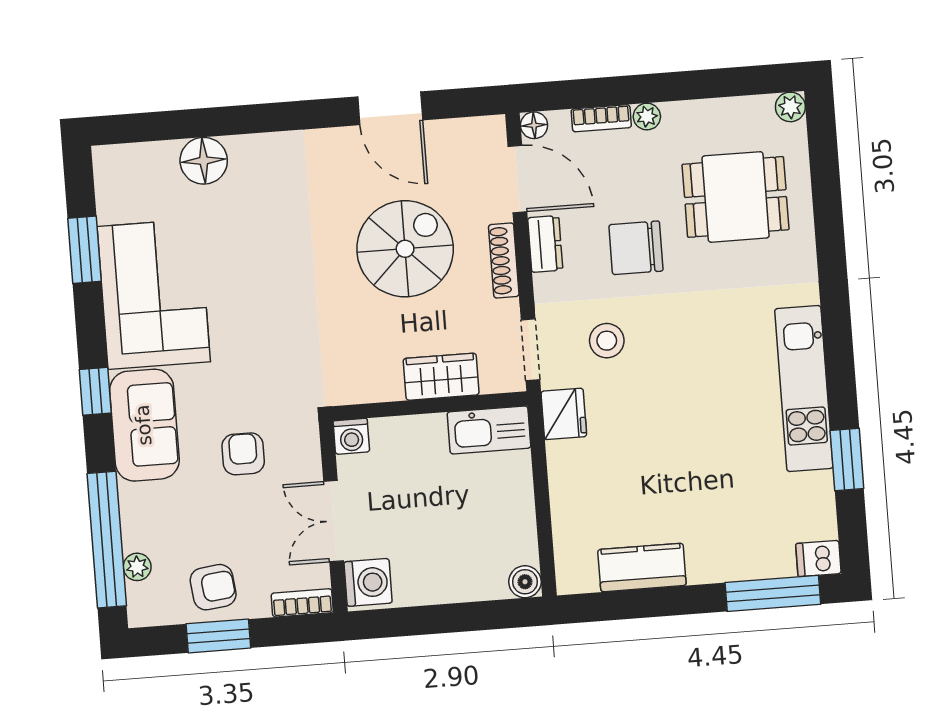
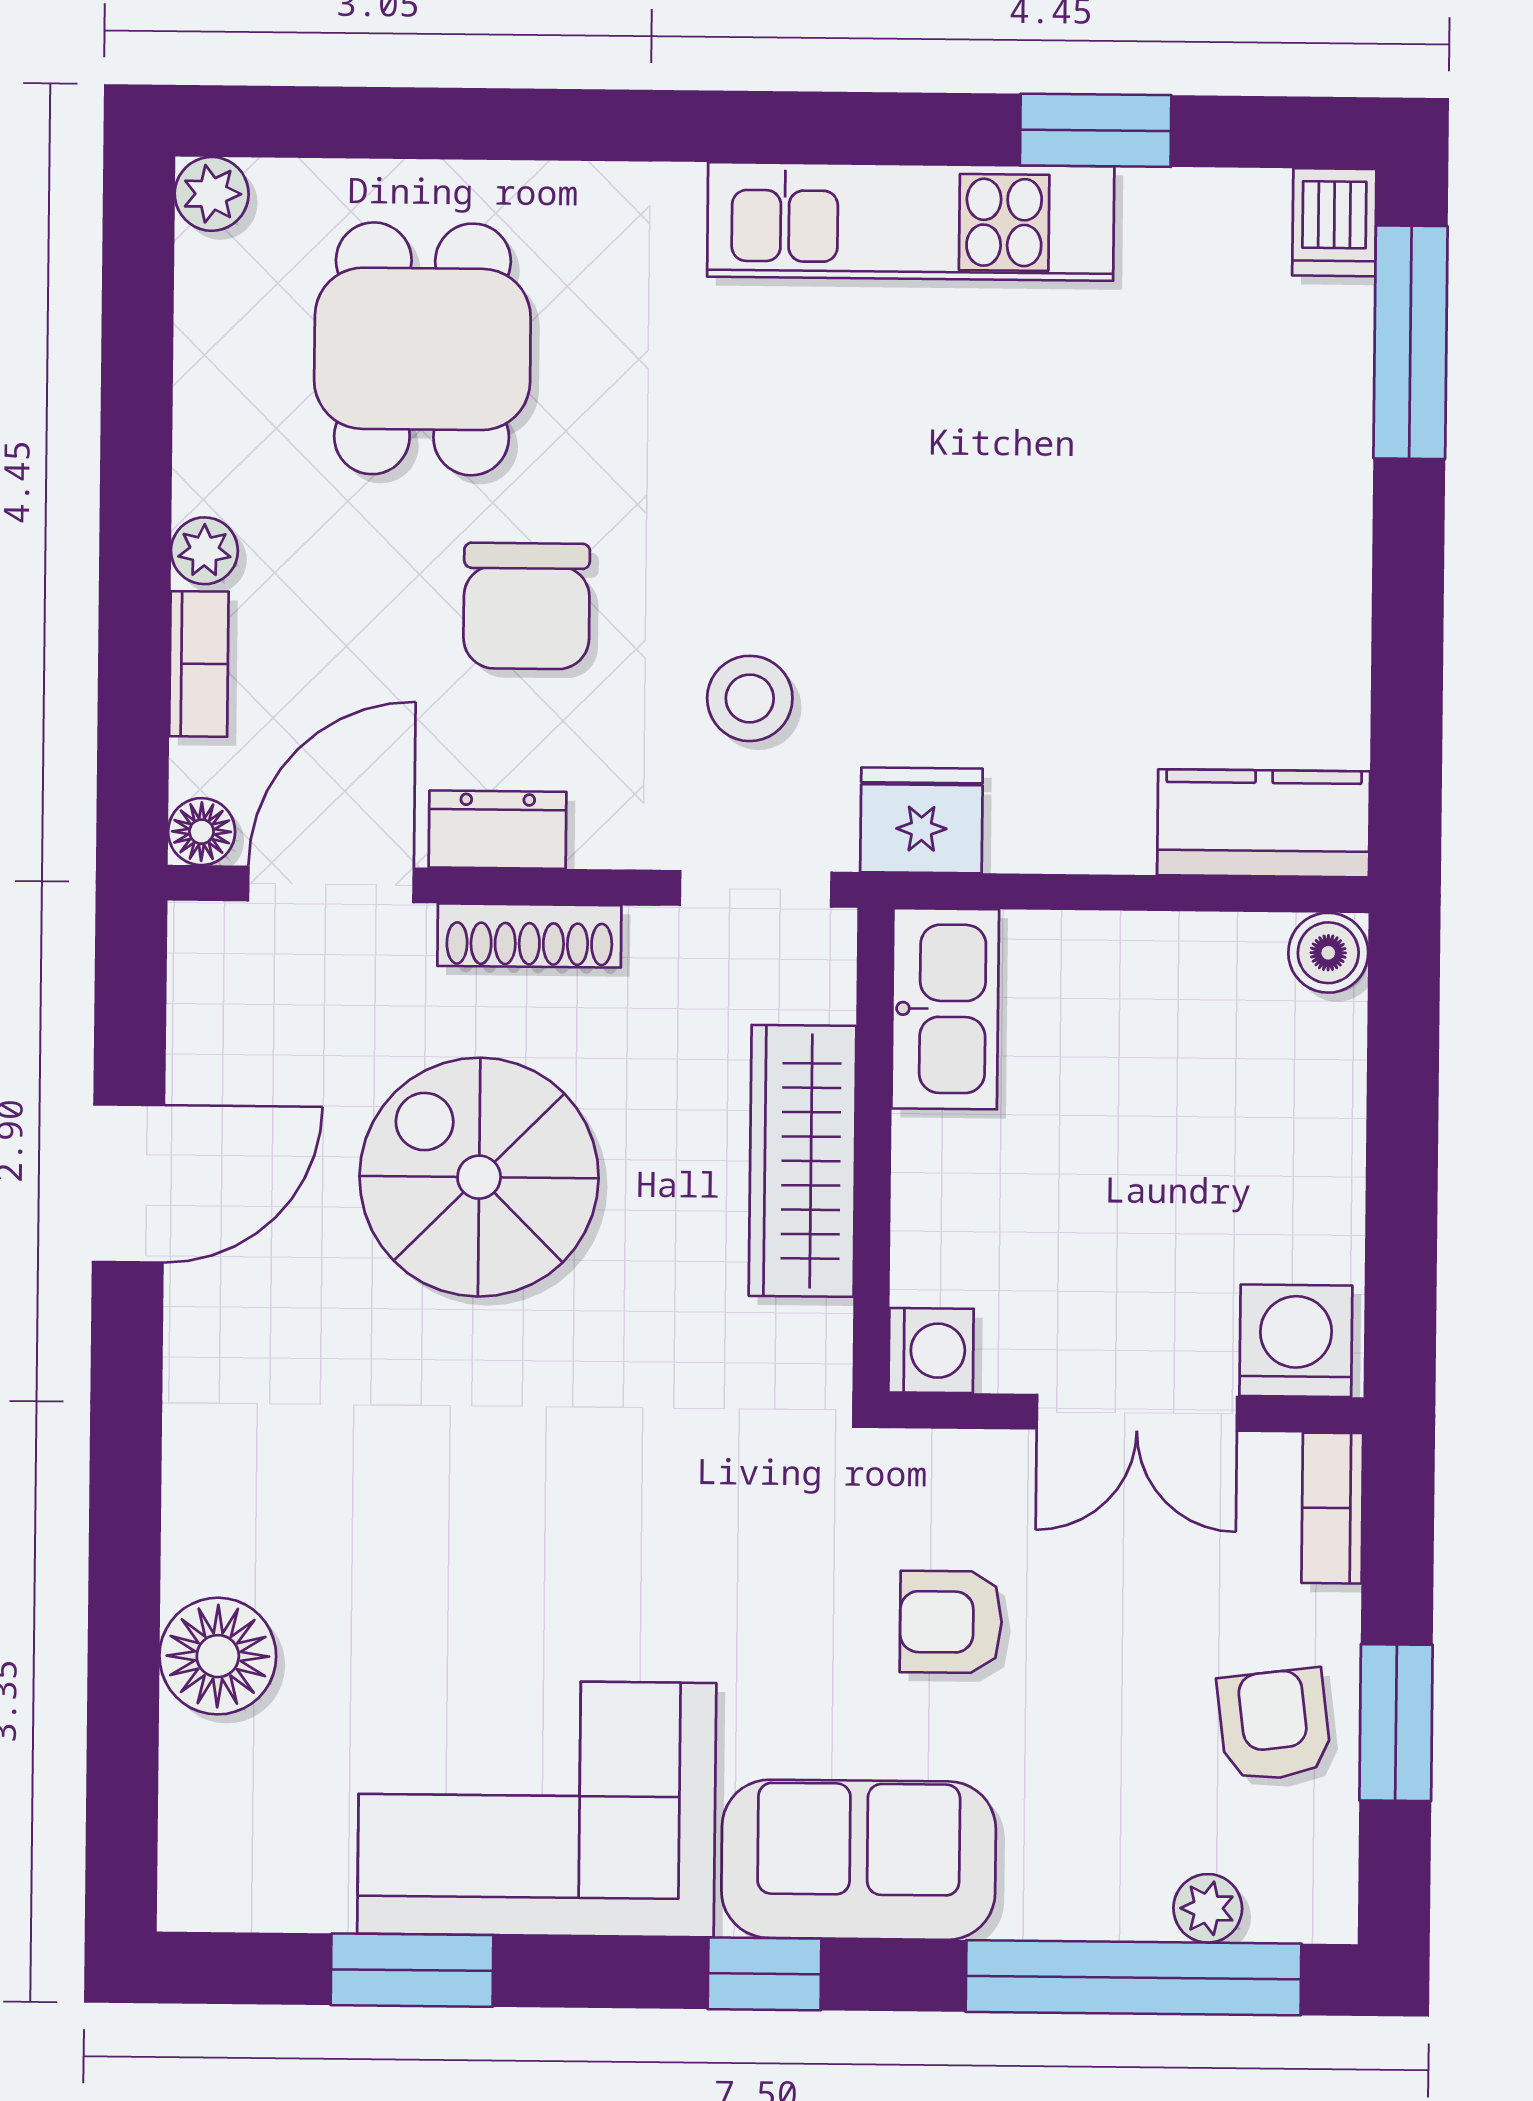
wardrobe: (441, 377) -> (803, 1161), width x1.50
kitchen counter: (642, 567) -> (1264, 823), moved, turned 90

